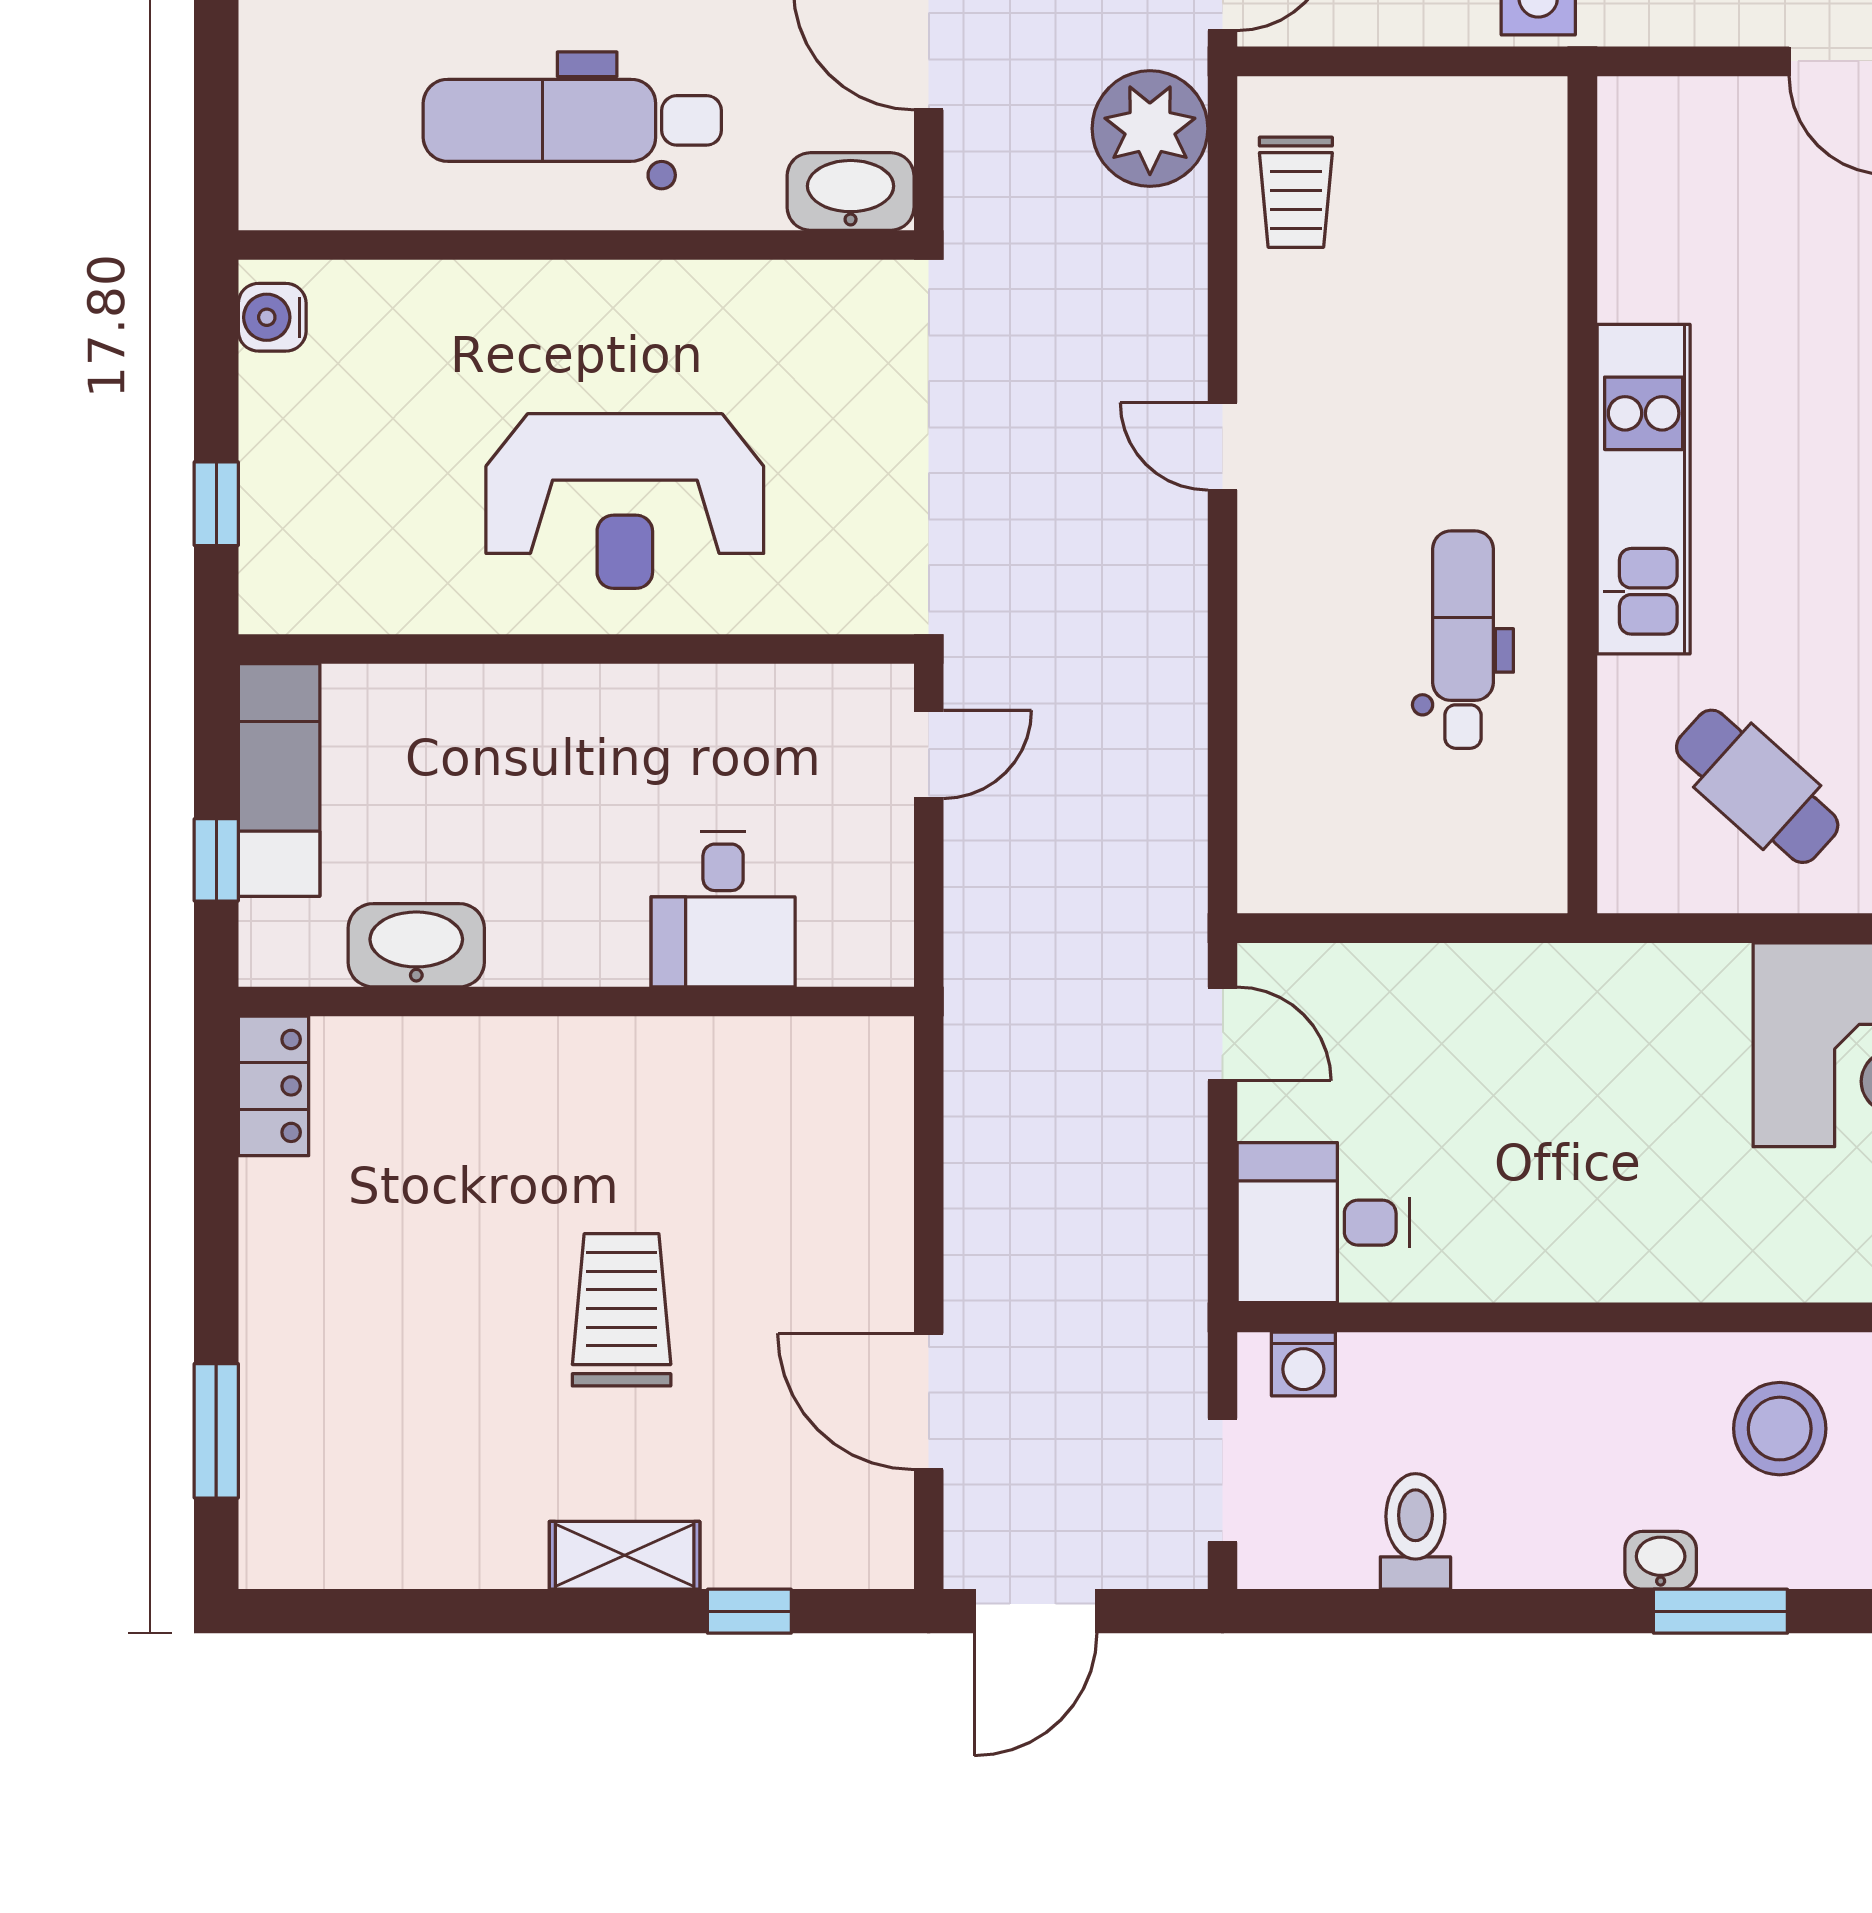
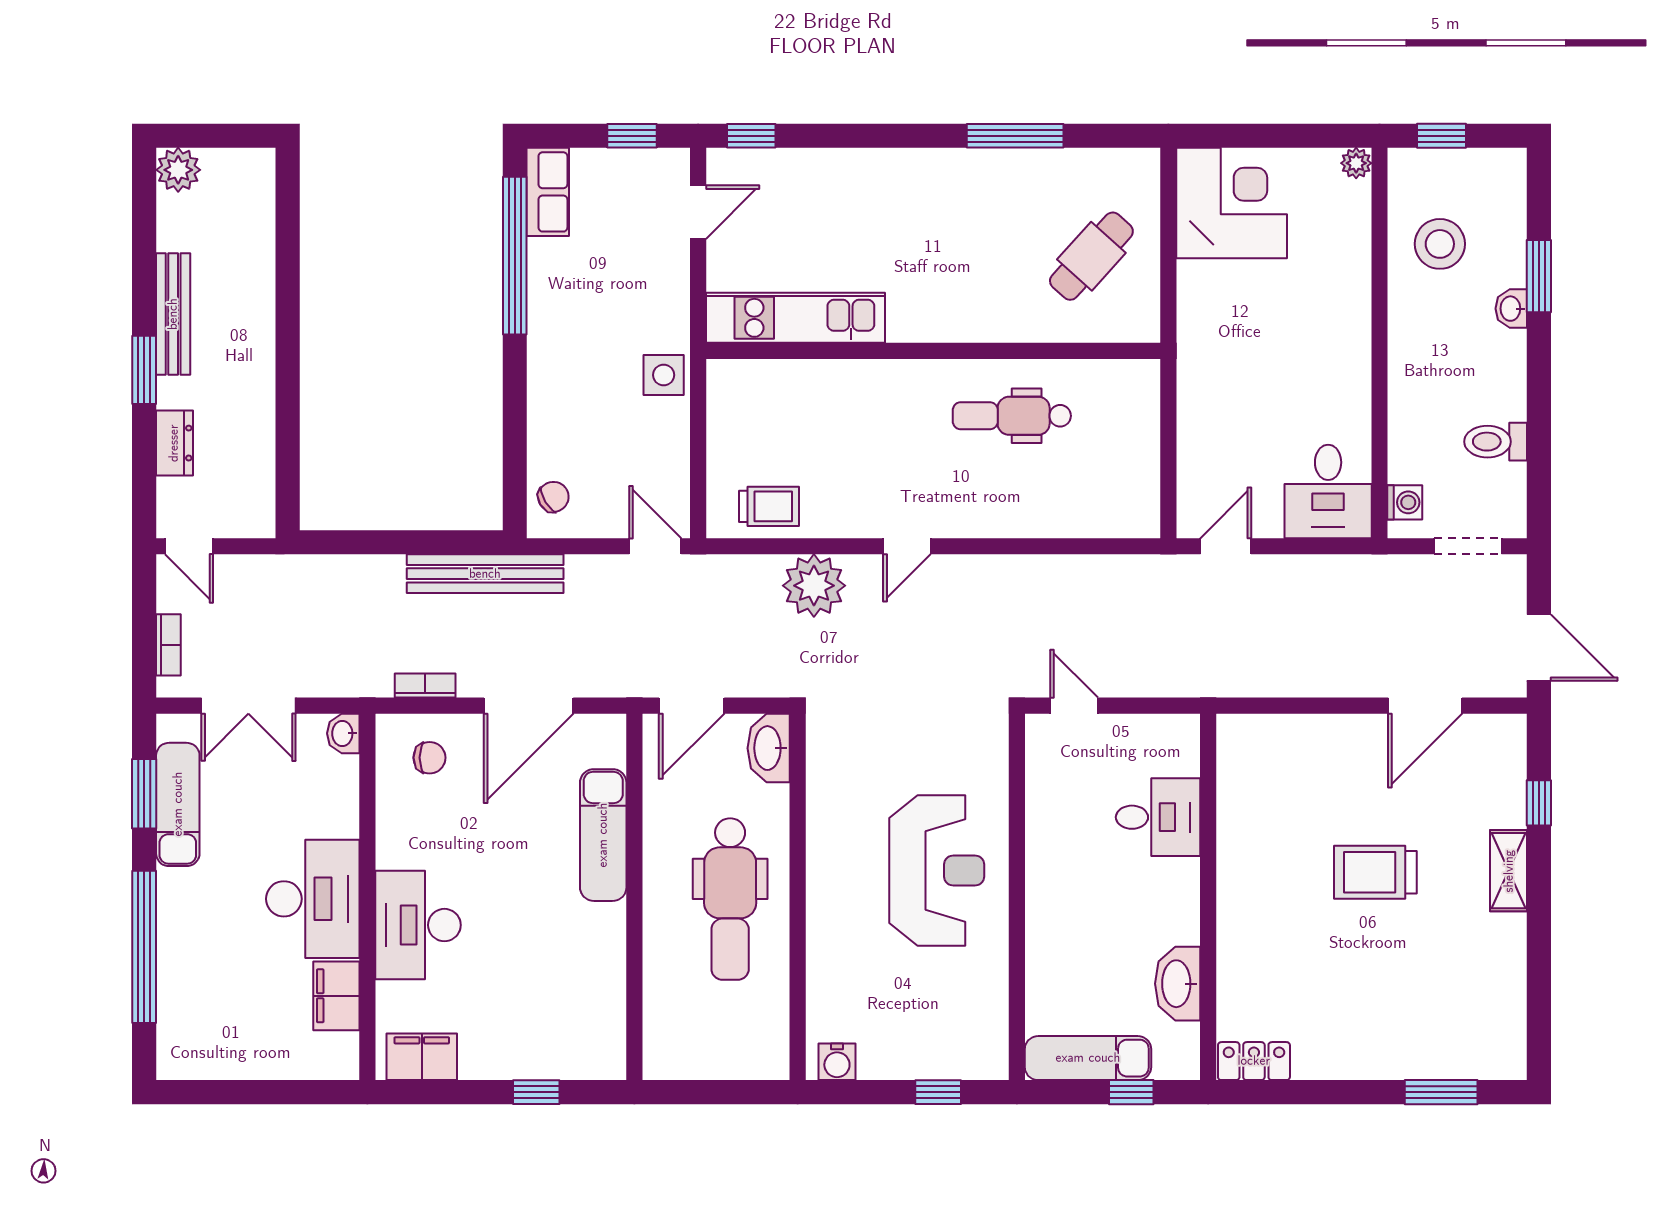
plant: (1150, 129) -> (814, 586), moved
kitchen unit: (1644, 489) -> (795, 318), moved

